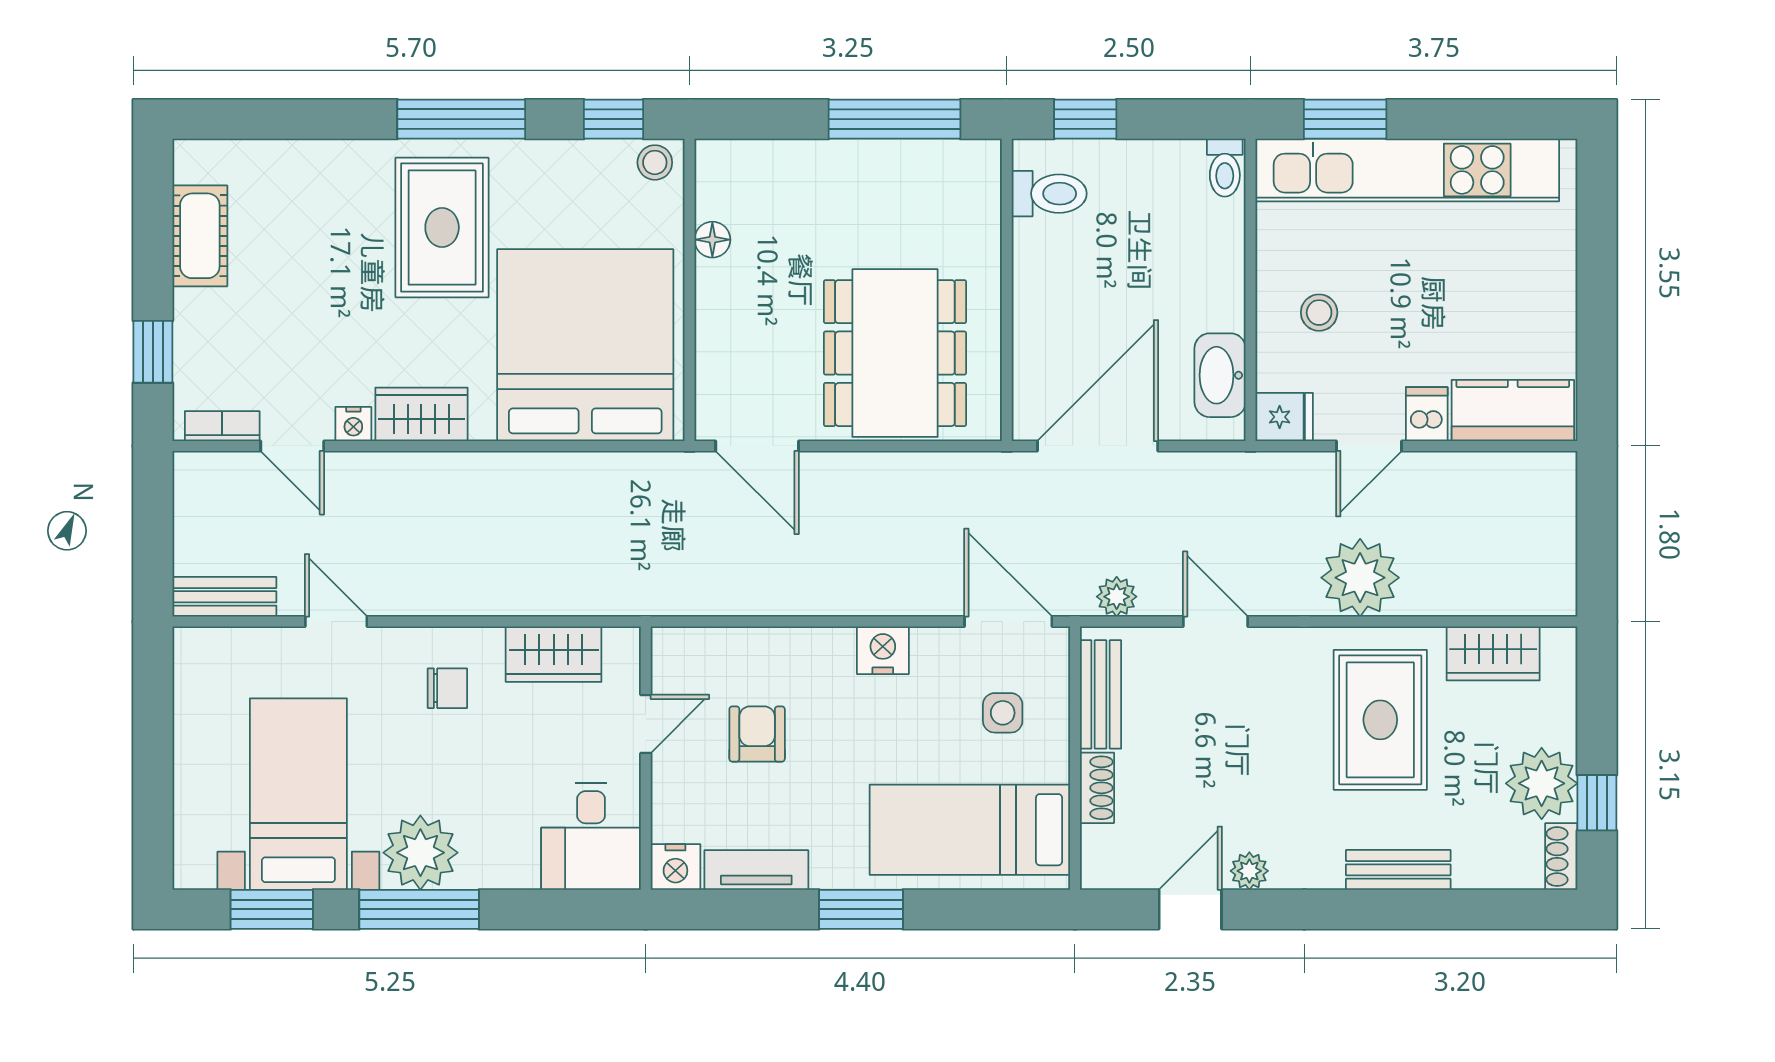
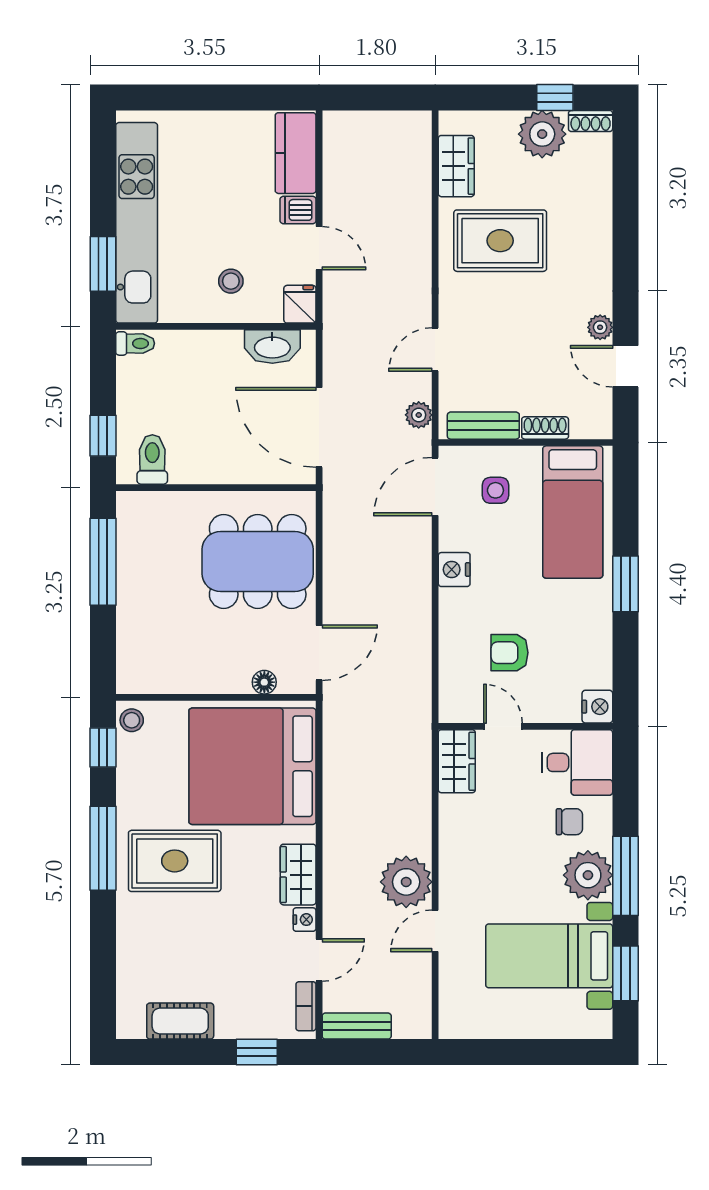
floor lamp: (712, 240) -> (264, 682), moved
plant: (1360, 578) -> (406, 882), moved
bench: (224, 597) -> (357, 1026), moved, turned 90
wardrobe: (554, 654) -> (457, 761), moved
chair: (447, 688) -> (569, 822), moved, turned 90
tv unit: (756, 870) -> (599, 653), removed
bench: (1398, 870) -> (599, 229), removed

